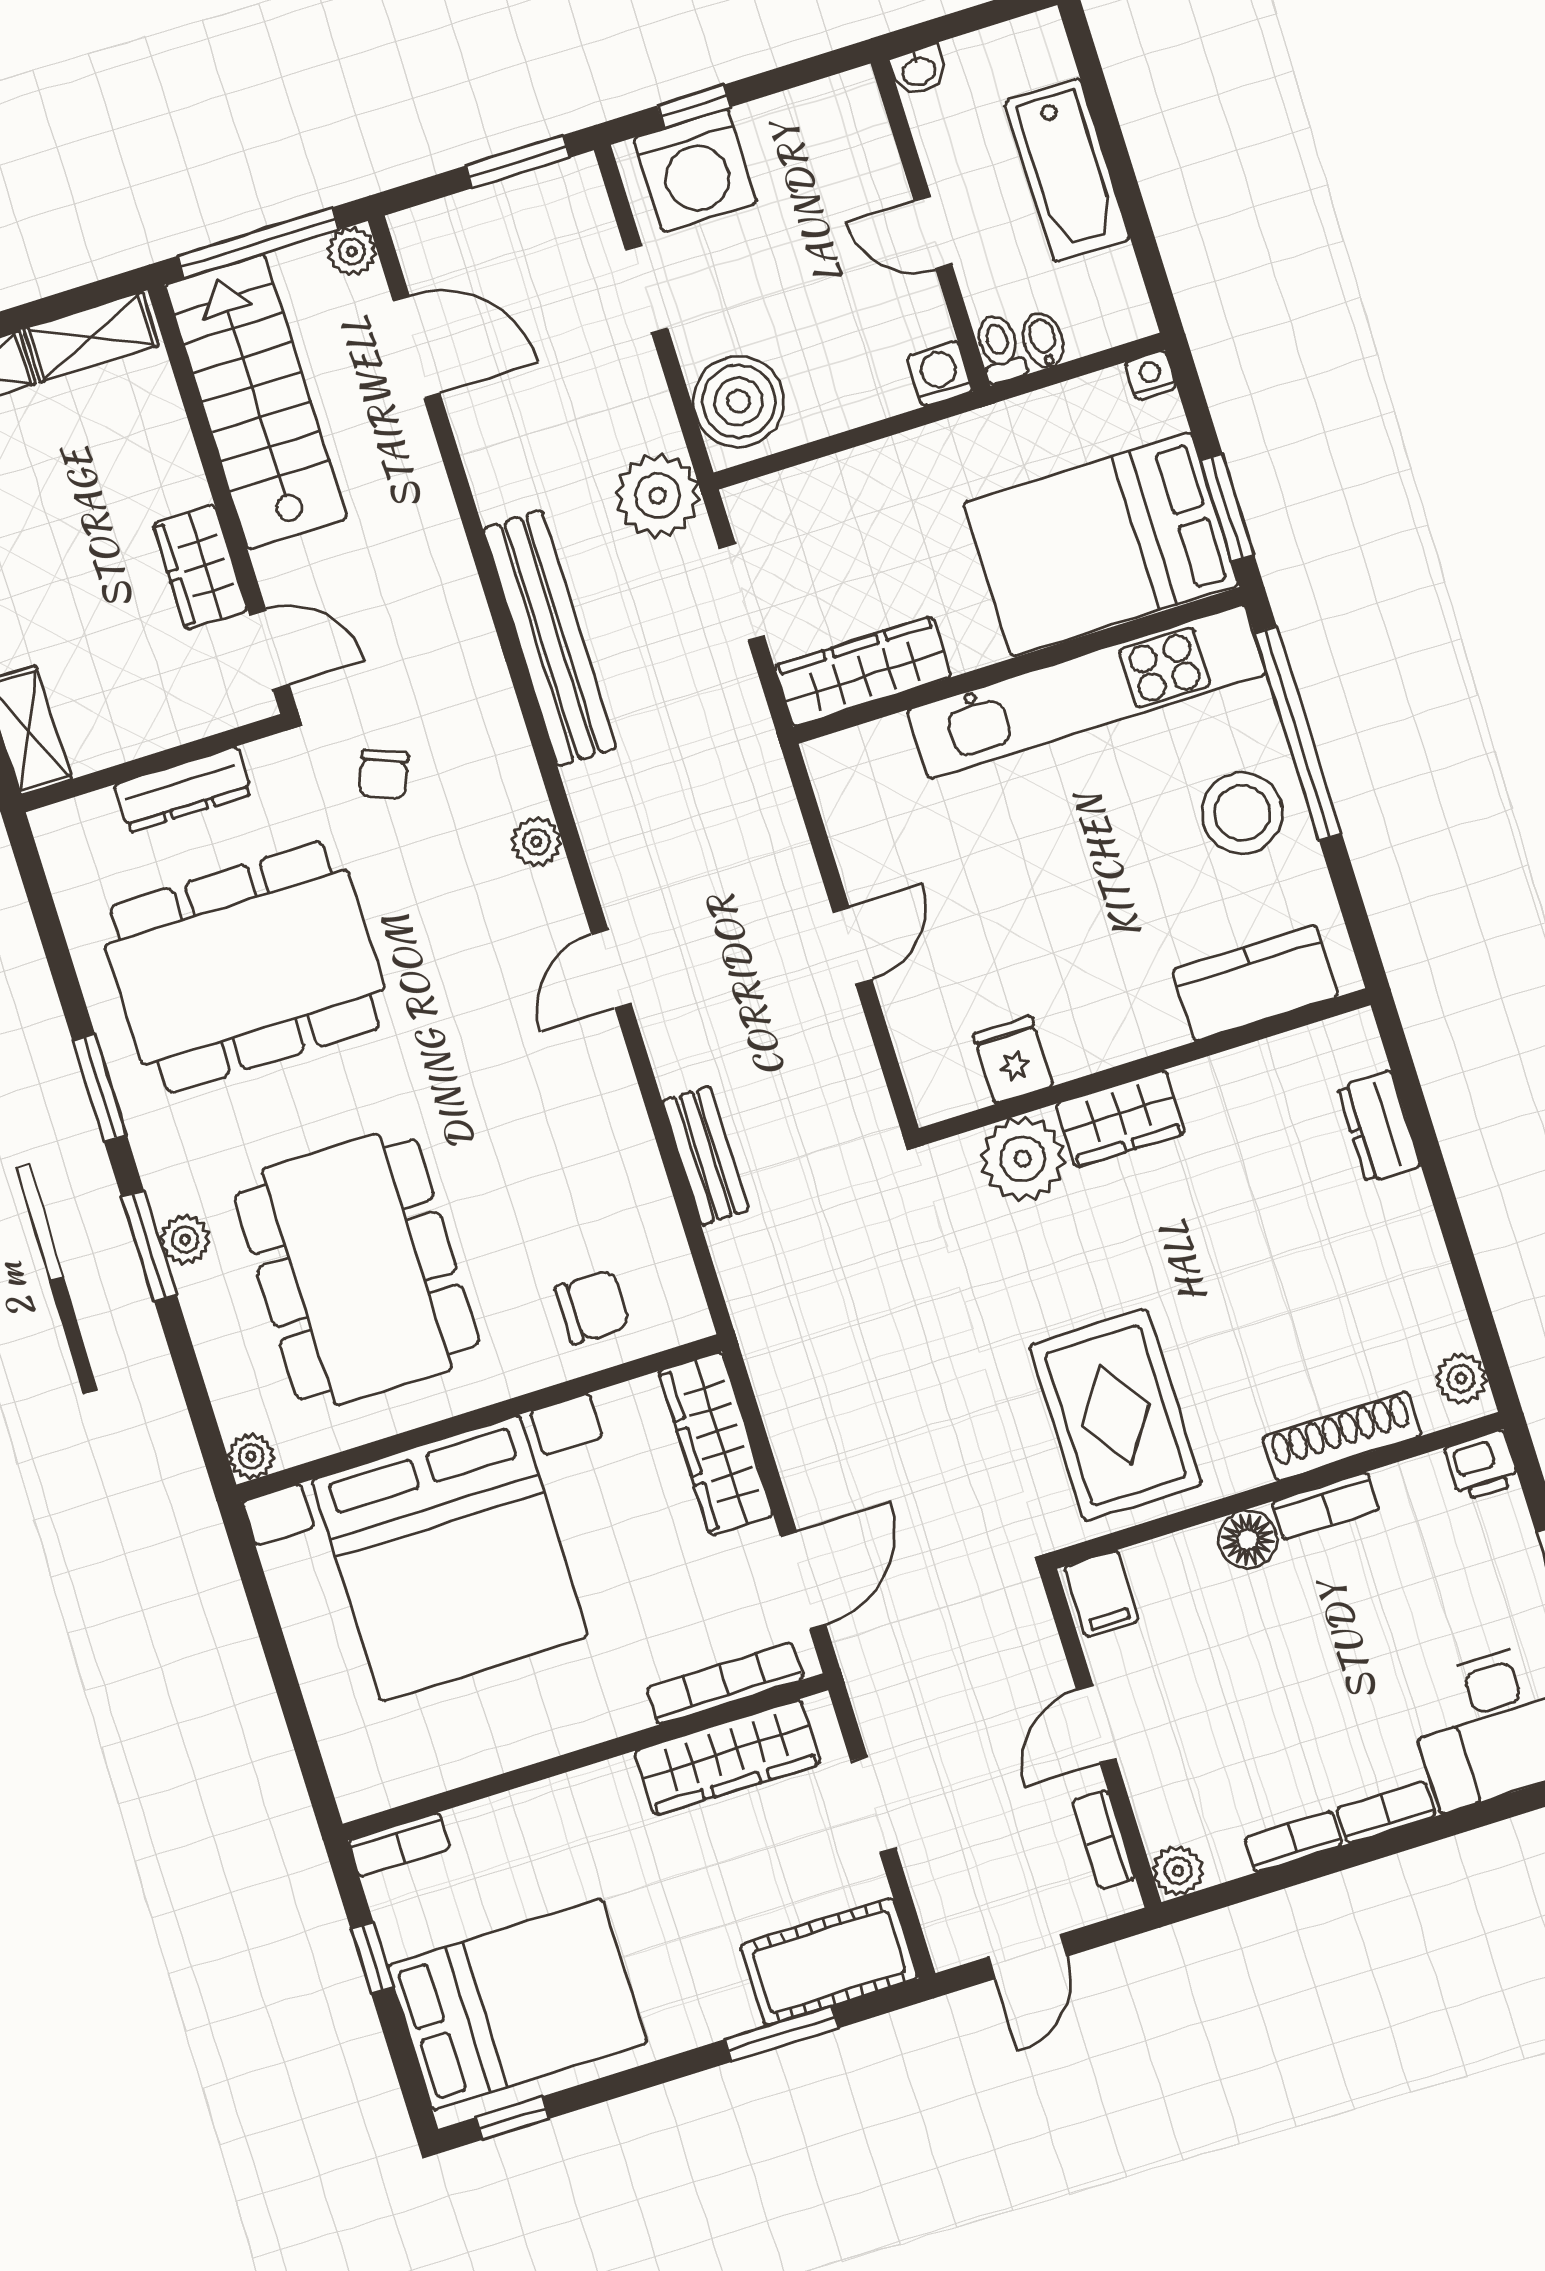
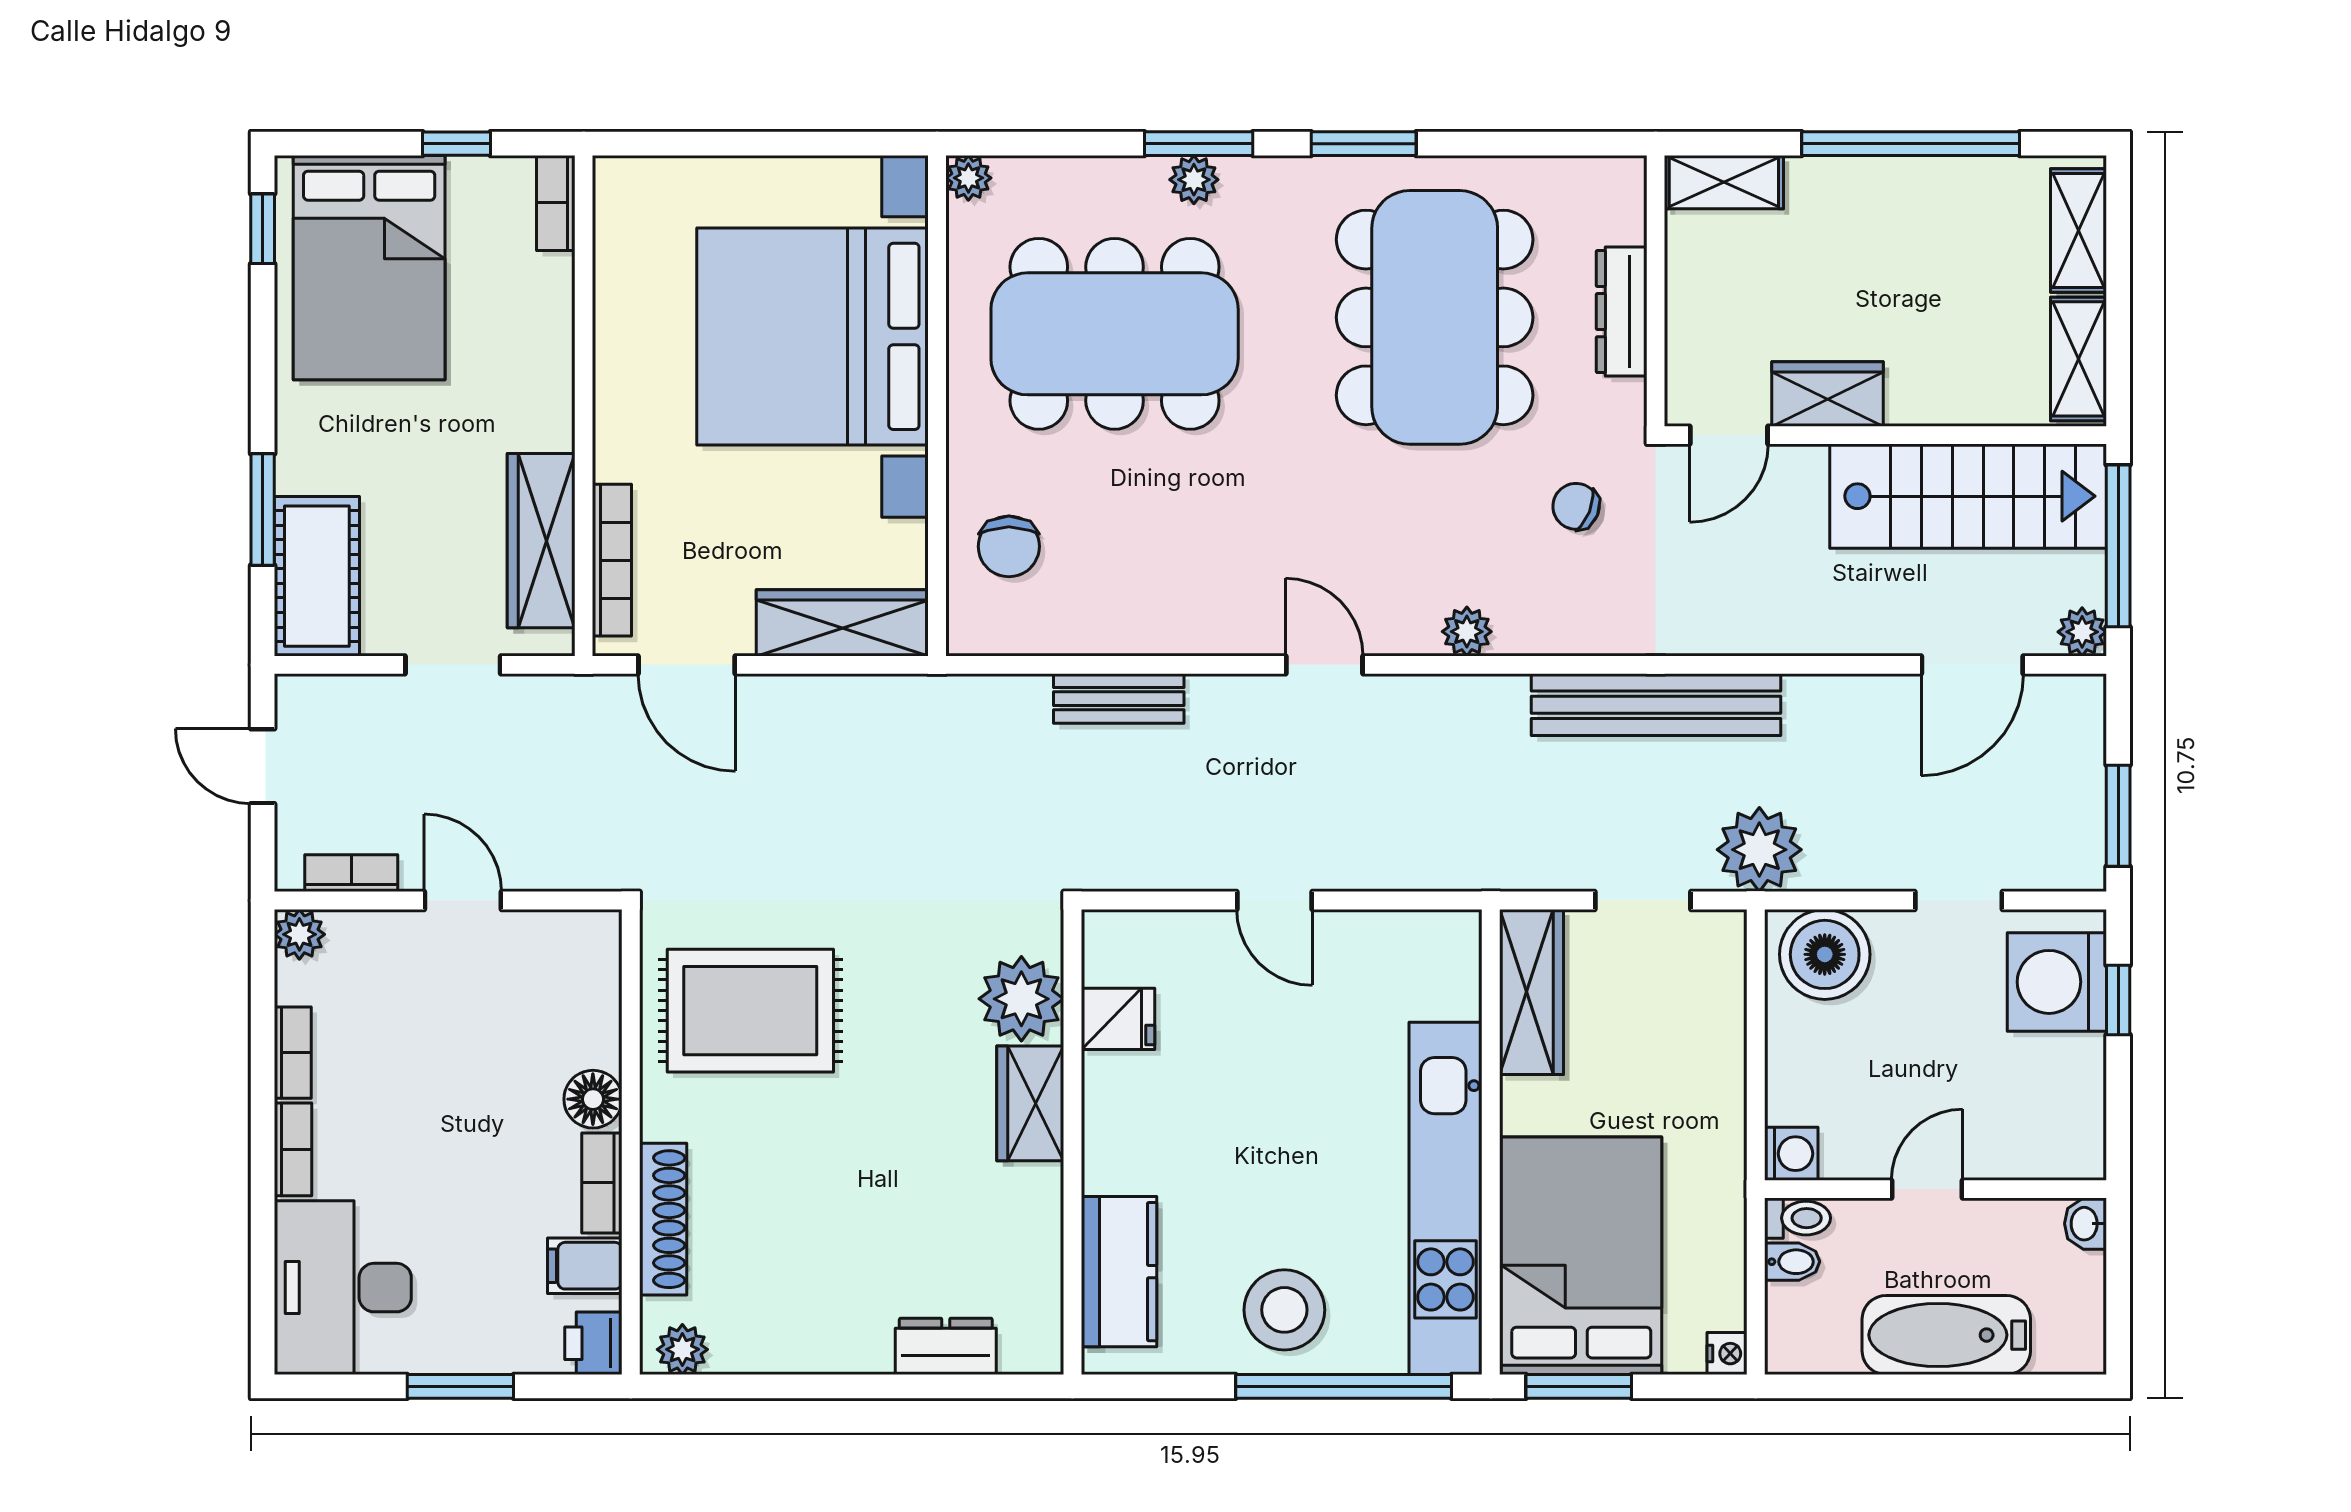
filing cabinet: (1102, 1594) -> (585, 1266), moved

